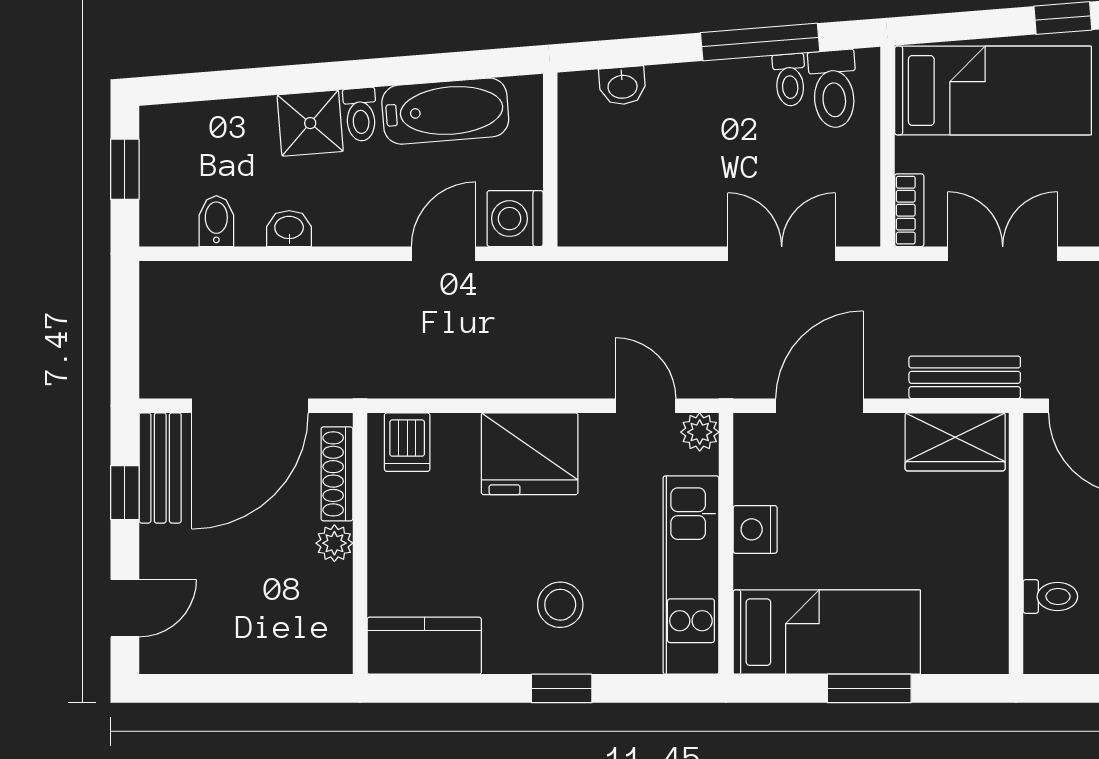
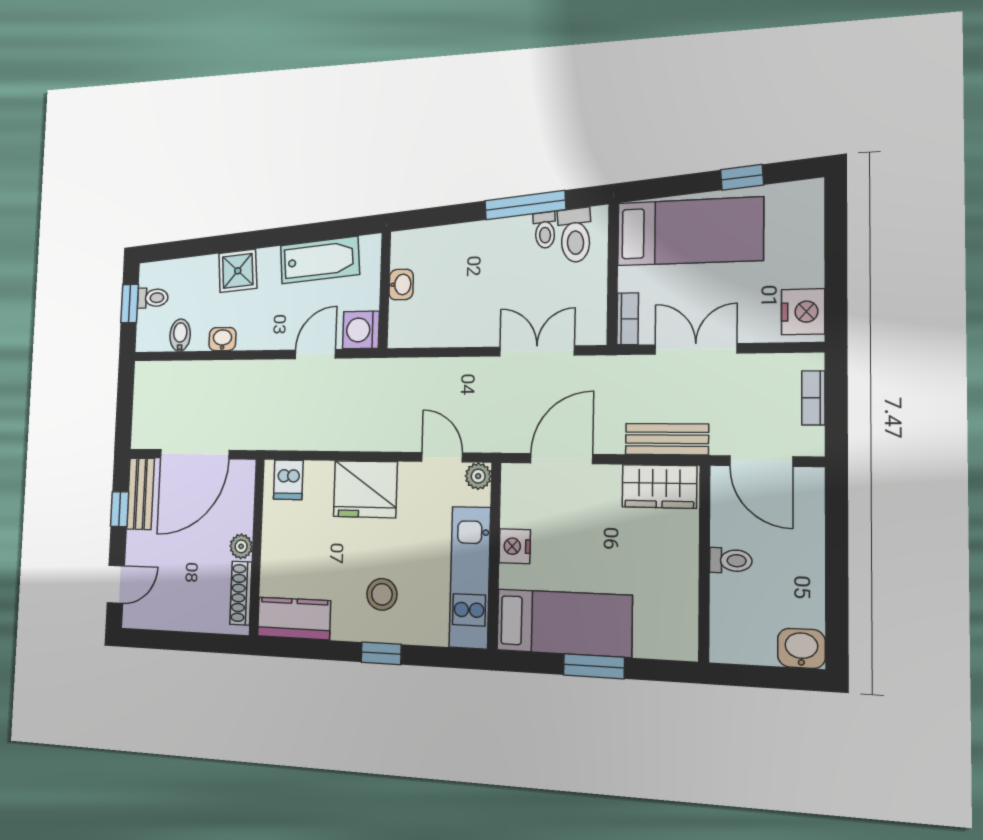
washbasin: (622, 86) -> (401, 285), moved, turned -85
toilet: (360, 115) -> (153, 298), moved, turned -85
shoe rack: (337, 474) -> (241, 593), moved
toilet: (1050, 596) -> (731, 561), moved

